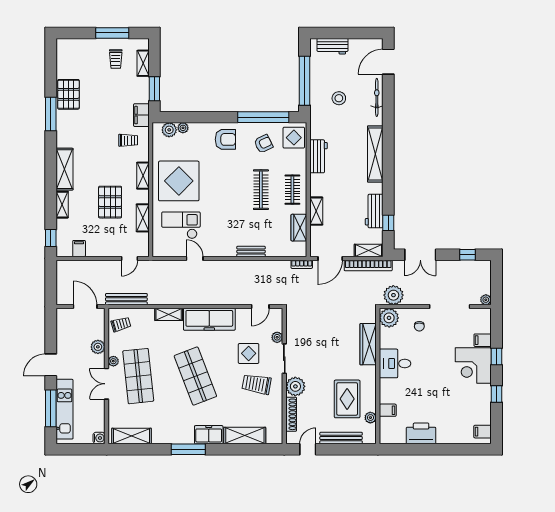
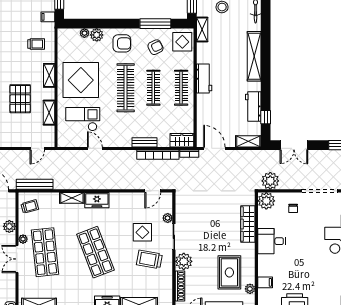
filing cabinet: (141, 115) -> (48, 17), width x0.50
window: (263, 117) -> (155, 24), width x0.68
plant: (169, 130) -> (97, 35), moved
workbench: (318, 156) -> (204, 79), moved
clothes rail: (229, 190) -> (126, 88), added
clothes rail: (292, 190) -> (181, 88), width x1.36
shelving: (316, 211) -> (202, 30), moved
wardrobe: (299, 228) -> (182, 140), moved, turned 90
door: (330, 258) -> (214, 148), swing flipped
bookcase: (368, 266) -> (158, 155), moved
freezer: (209, 319) -> (97, 200), width x0.52, depth x0.79

